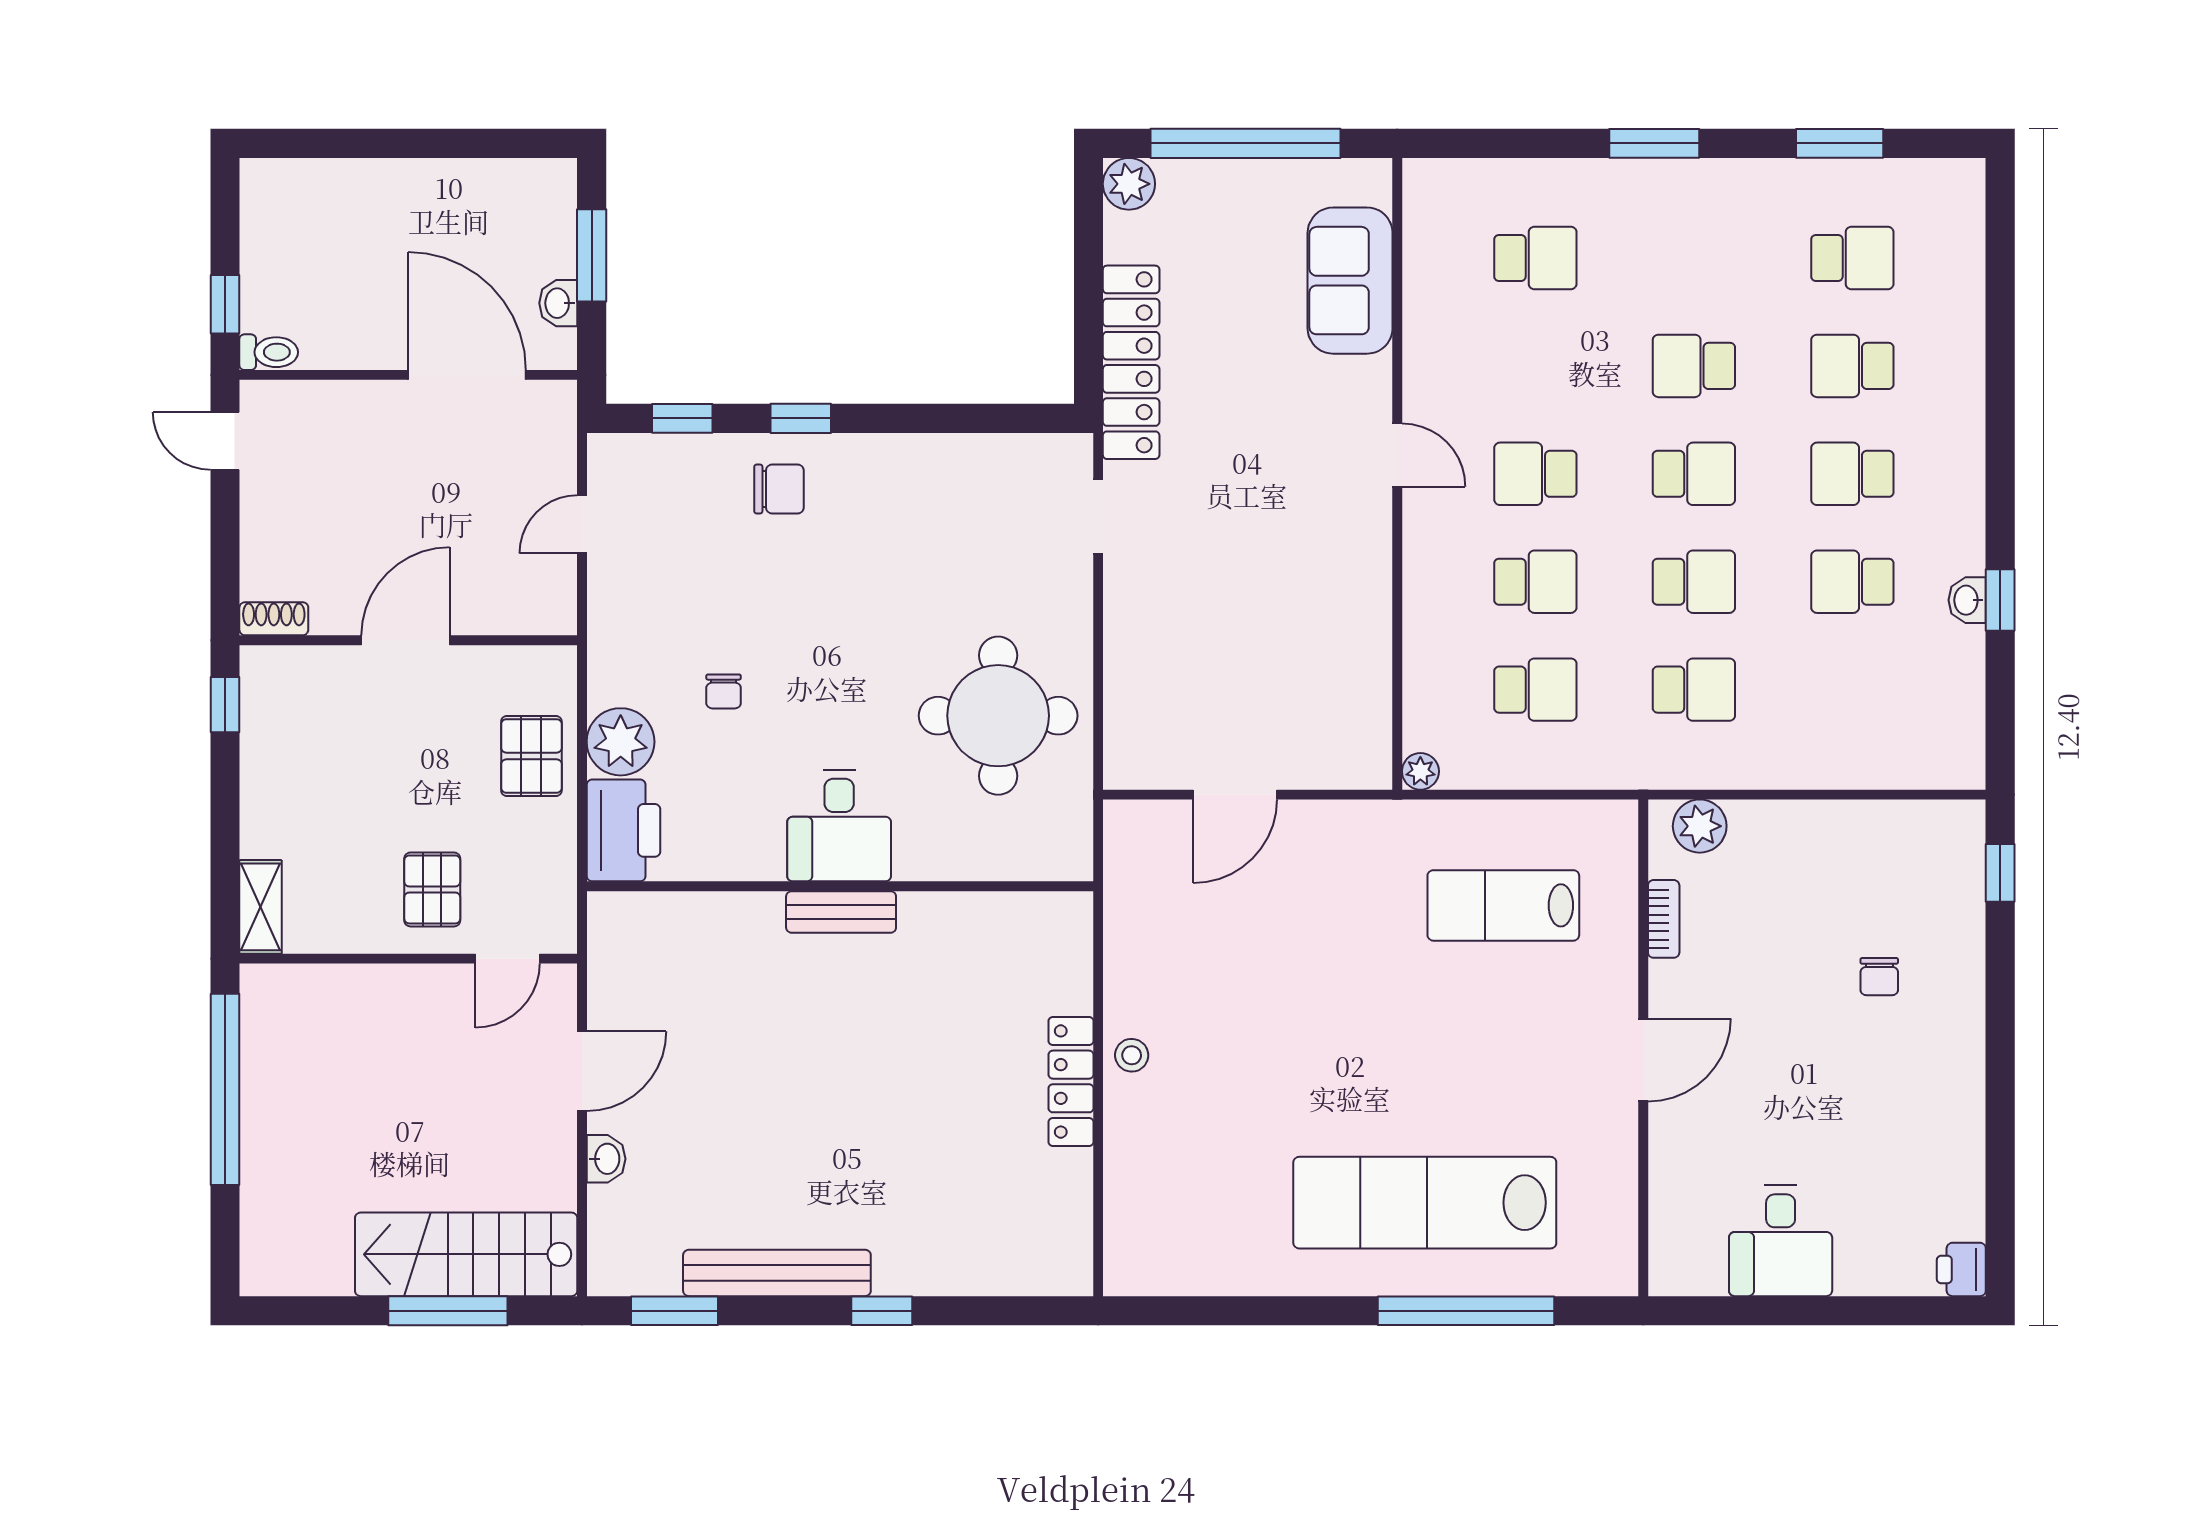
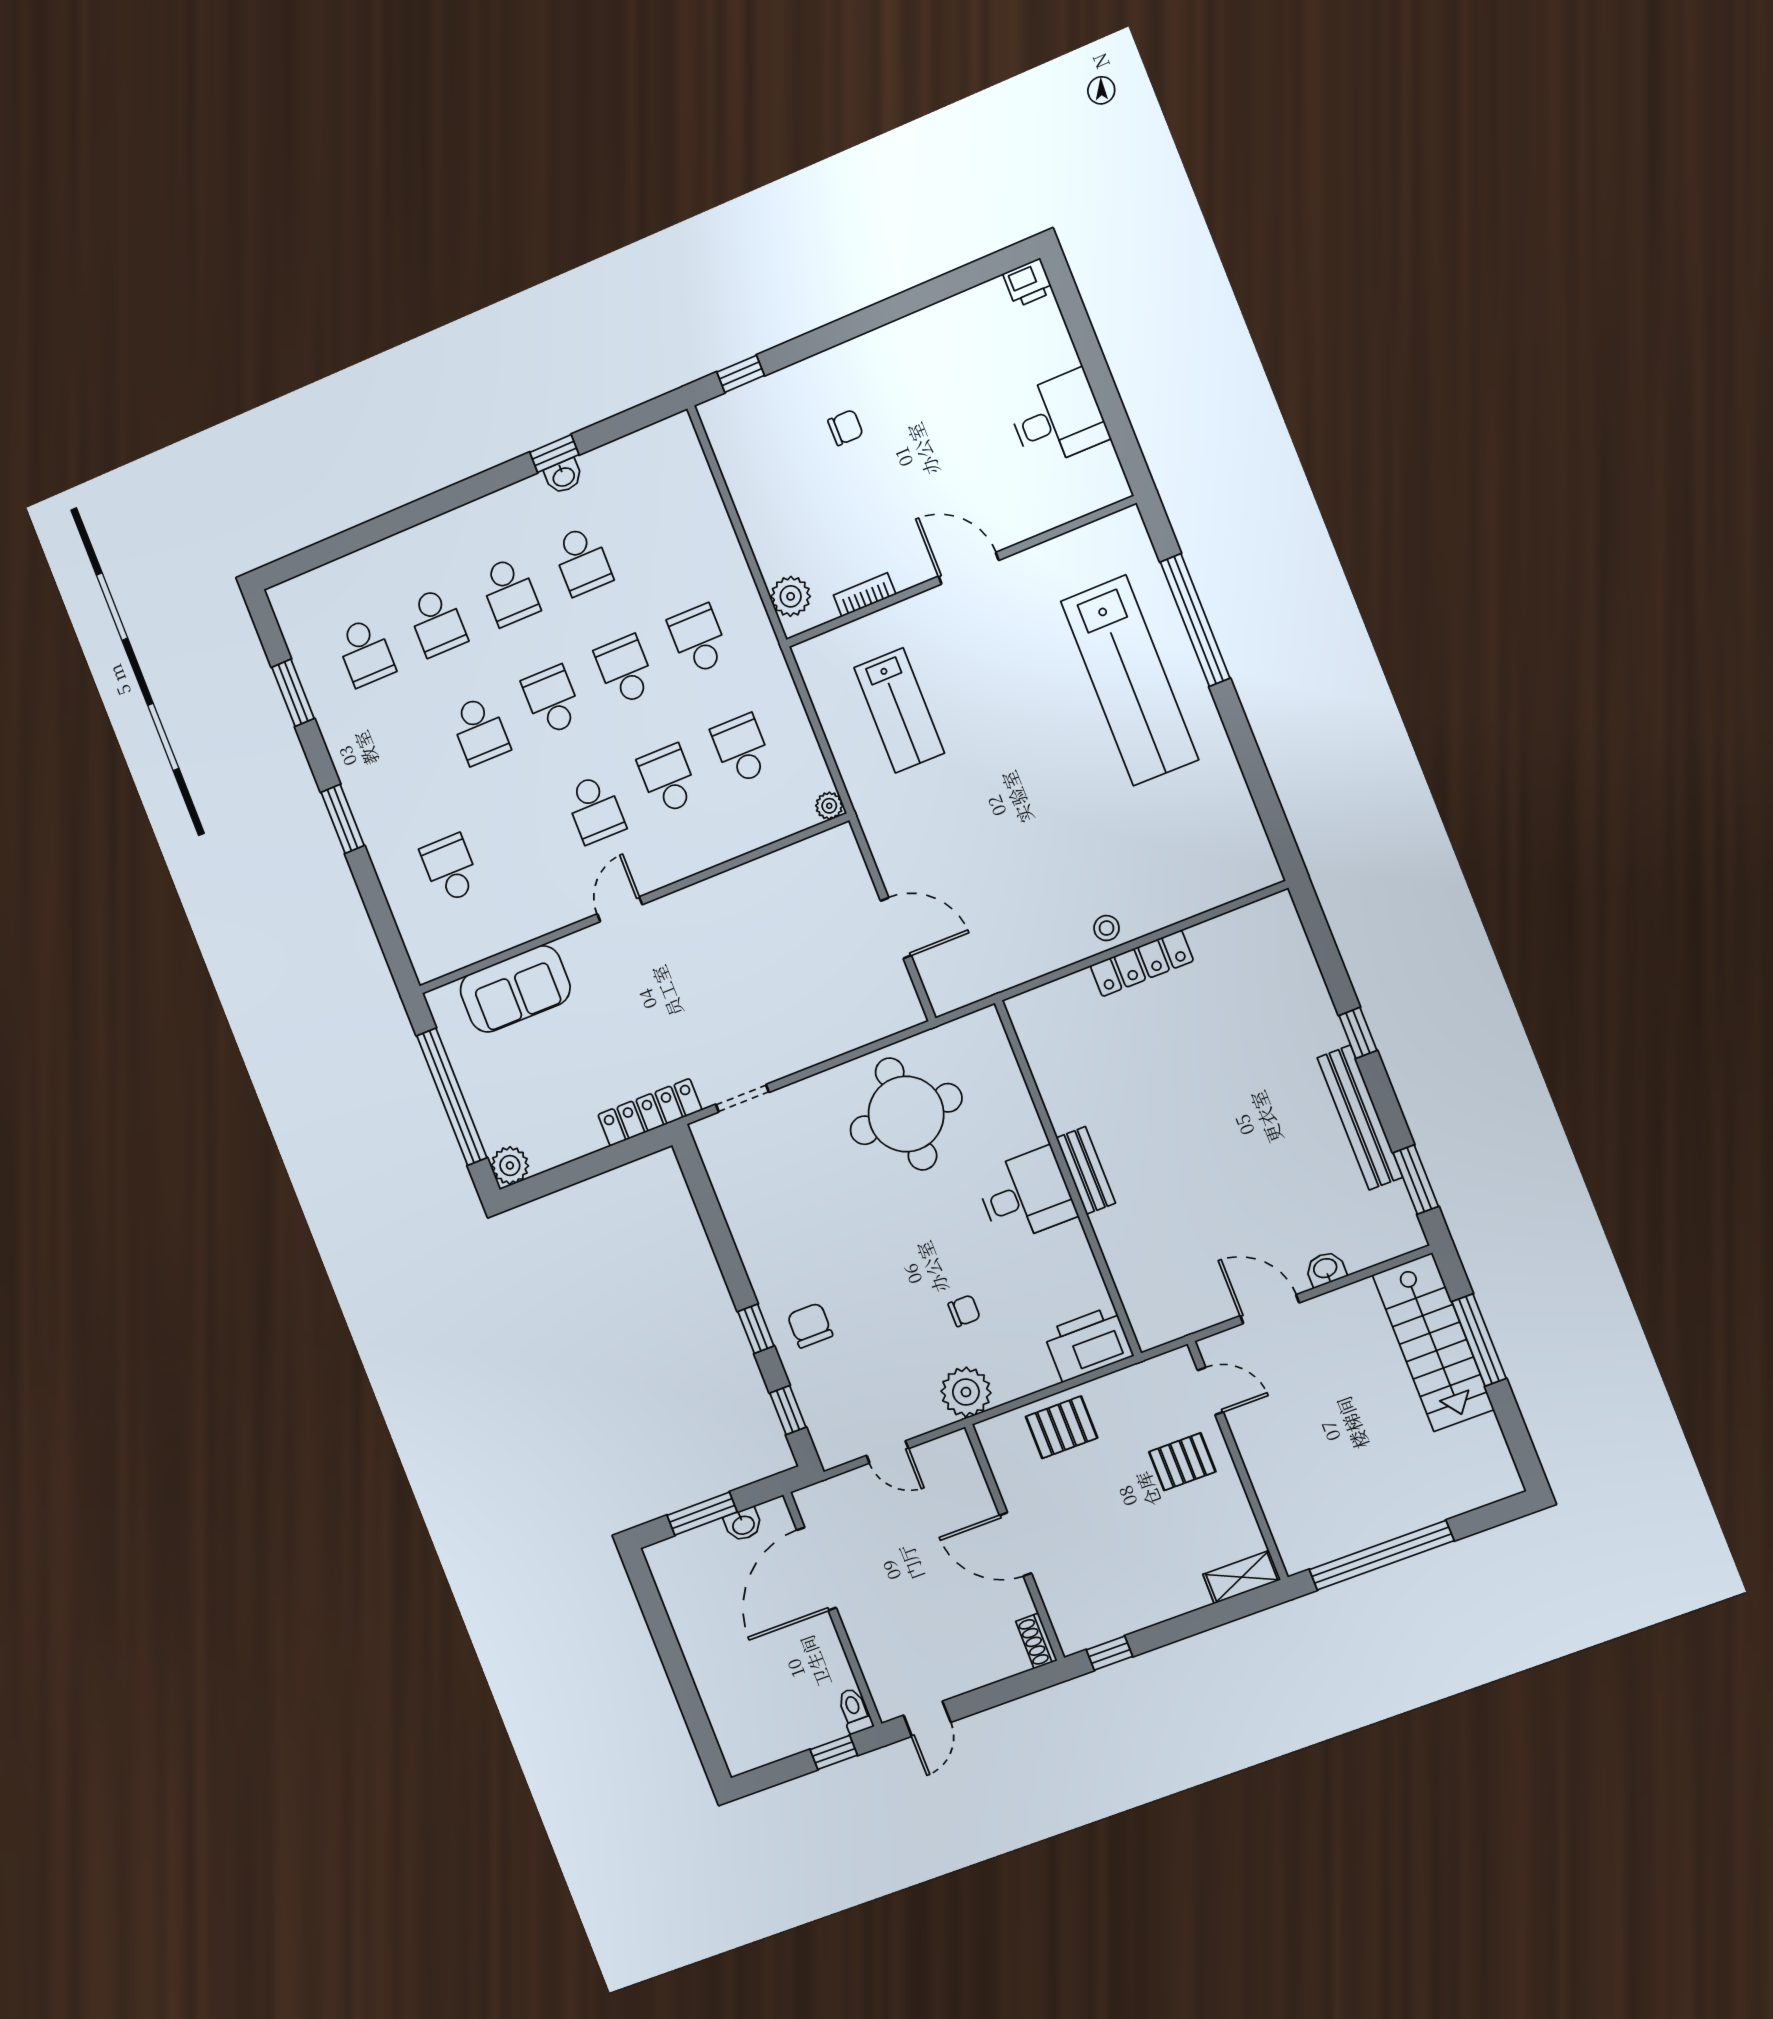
school desk: (1852, 258) -> (365, 652), turned 180
locker: (1131, 362) -> (650, 1112), width x0.71, depth x0.83
plant: (621, 742) -> (966, 1392), moved

